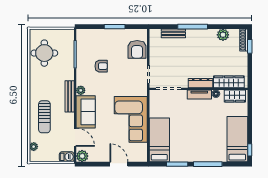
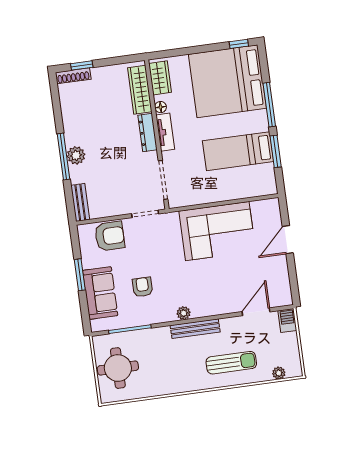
bench: (173, 33) -> (80, 202), moved
plant: (223, 35) -> (76, 155), moved
round table: (44, 53) -> (118, 368), moved
sofa: (86, 112) -> (100, 293), moved, turned 90
bed: (237, 139) -> (227, 81), width x2.04
bed: (159, 140) -> (238, 151), moved
plant: (82, 156) -> (283, 297), removed

